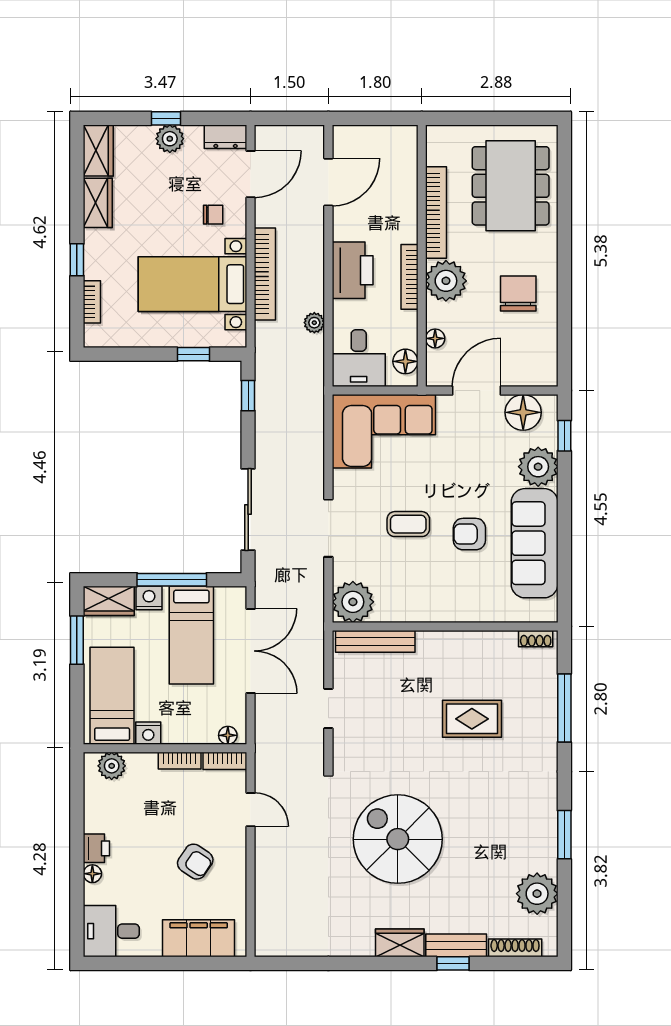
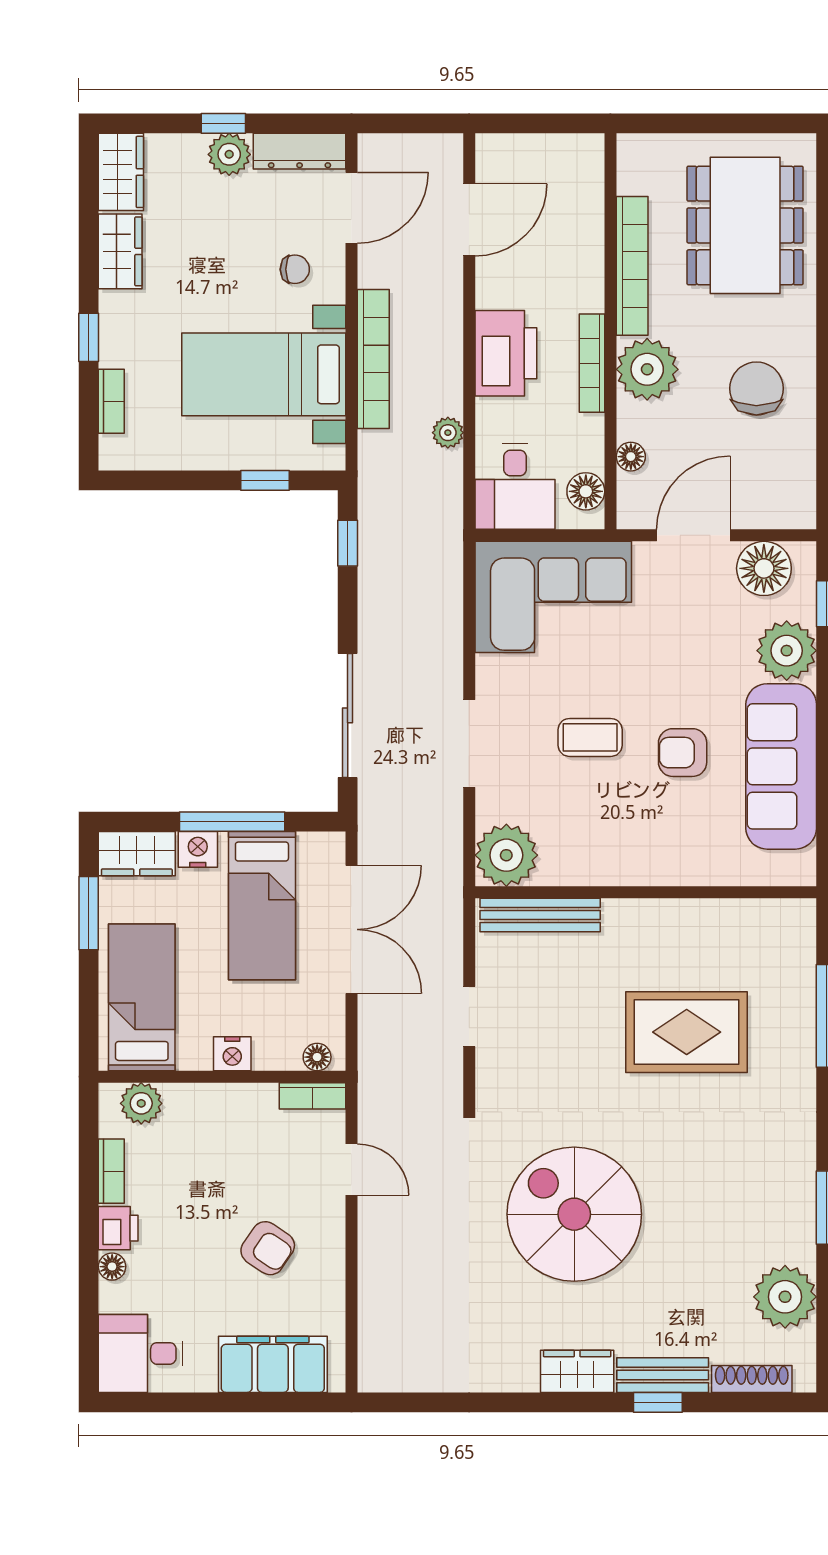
dresser: (226, 137) -> (300, 151), width x1.44
shoe rack: (536, 639) -> (783, 911), removed
rug: (472, 719) -> (687, 1032), width x1.36, depth x1.43
nightstand: (148, 733) -> (232, 1054), moved
bookcase: (180, 761) -> (111, 1171), moved, turned -90

